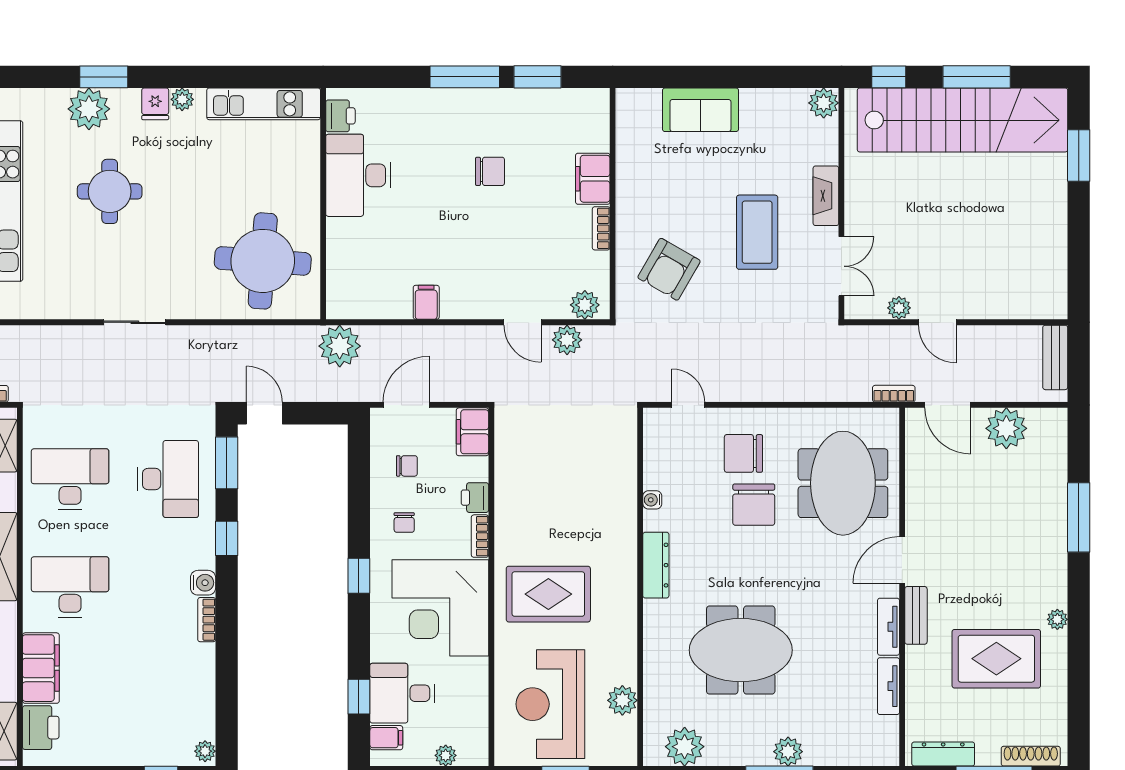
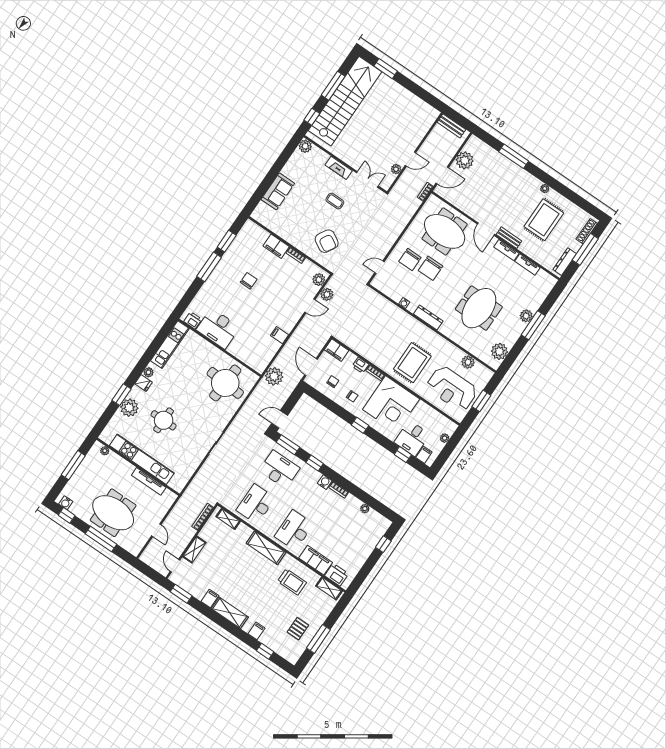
coffee table: (757, 232) -> (335, 201), width x0.54, depth x0.58
chair: (754, 505) -> (431, 268), turned 90
plant: (205, 751) -> (365, 509), moved

